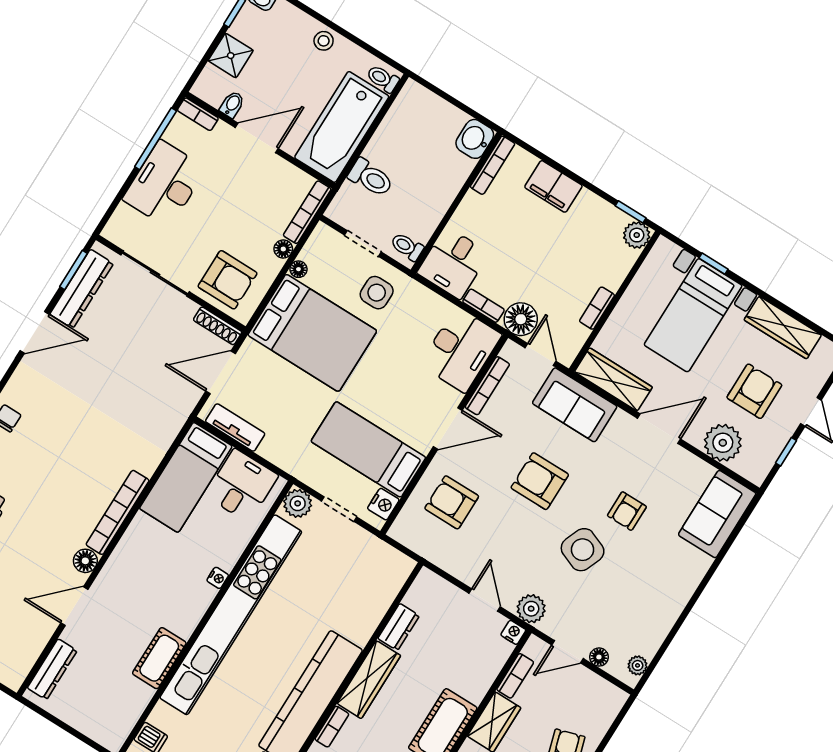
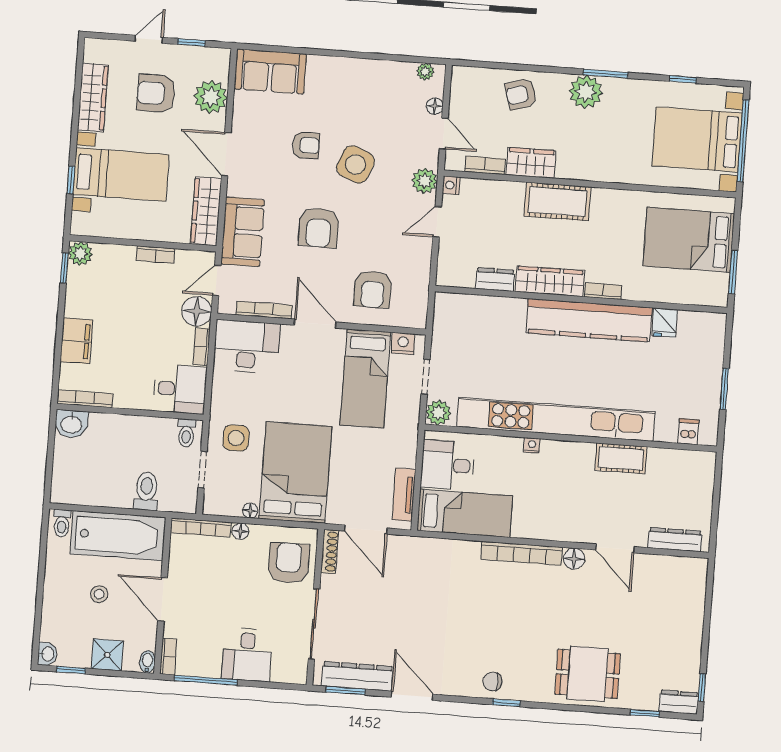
stool: (324, 41) -> (99, 594), moved
bidet: (232, 104) -> (147, 662), moved, turned 90
desk: (164, 184) -> (247, 655), width x0.73

